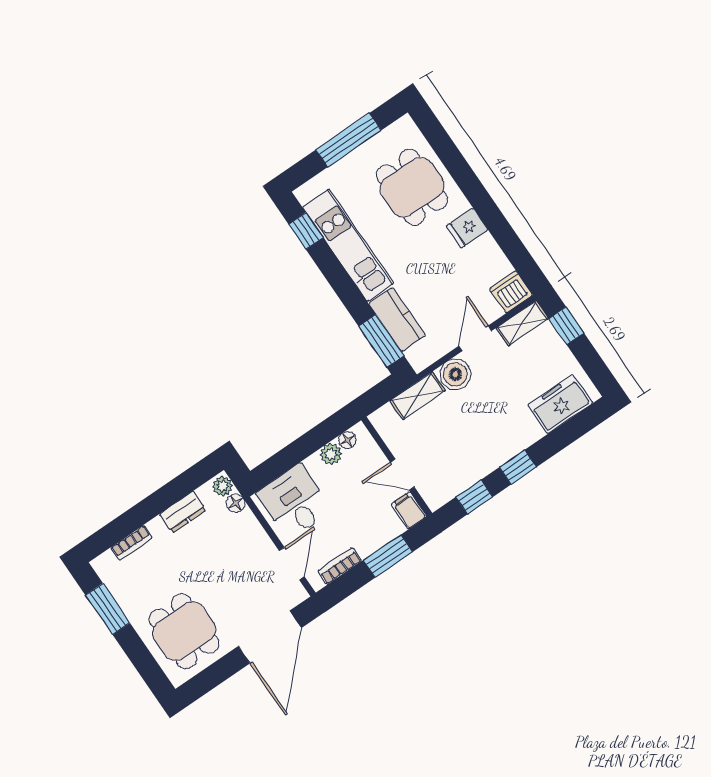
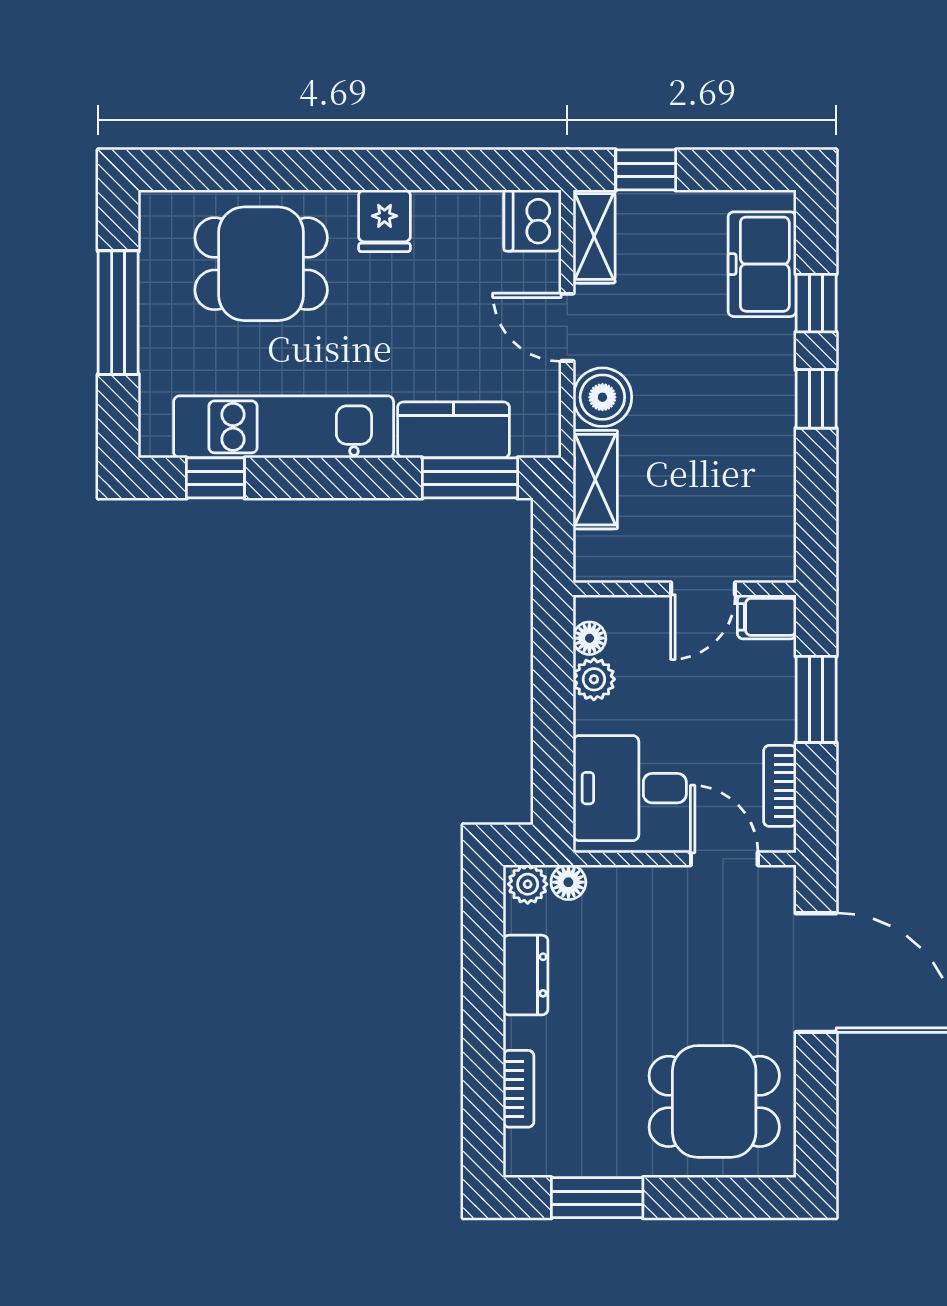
window: (474, 497) -> (816, 303), moved

